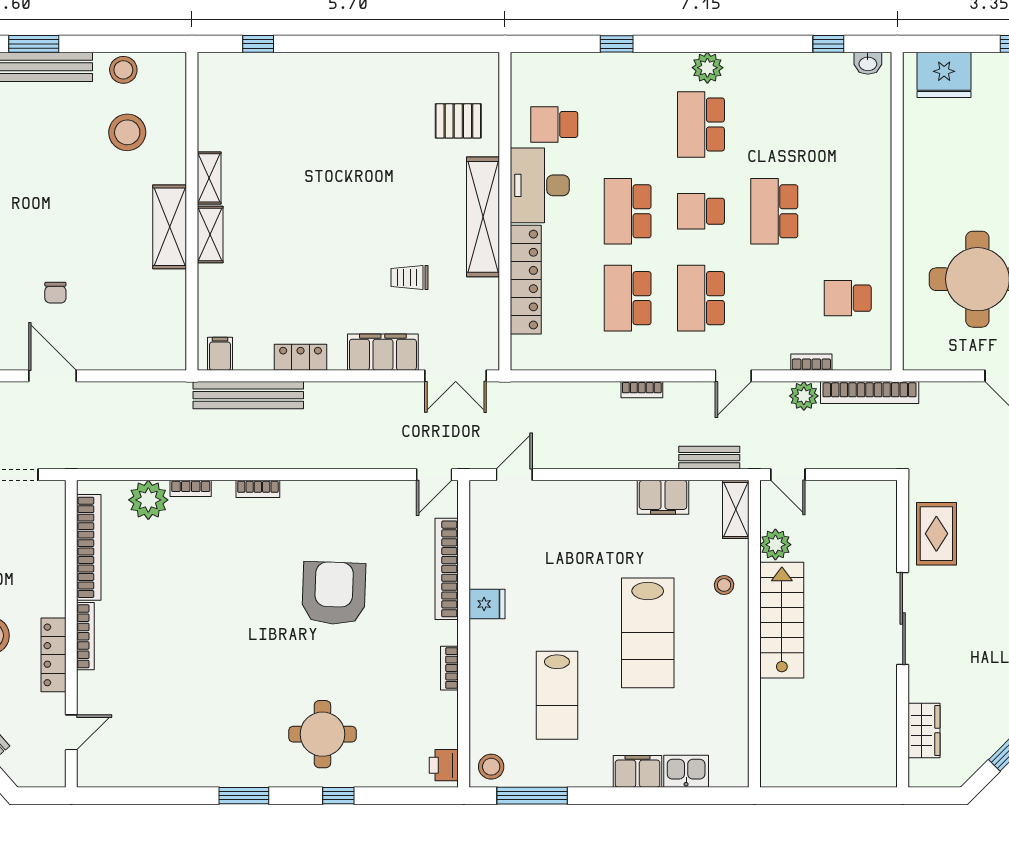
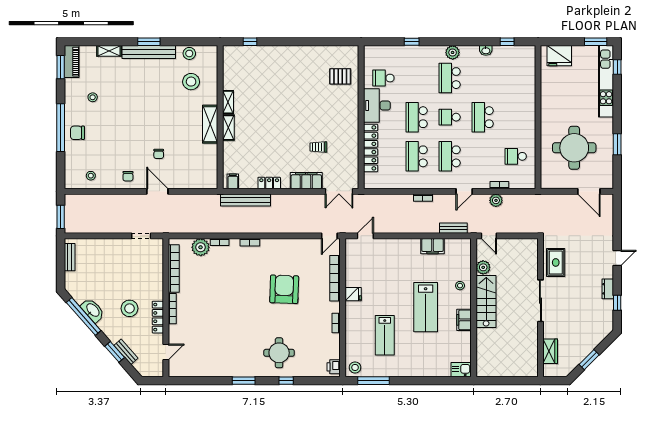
washbasin: (868, 63) -> (486, 50), moved
shelving: (483, 217) -> (351, 120), removed
bookcase: (870, 393) -> (526, 199), removed
shelving: (736, 509) -> (465, 252), removed
filing cabinet: (638, 771) -> (464, 320), moved, turned -90
kitchen sink: (686, 771) -> (461, 370), moved

